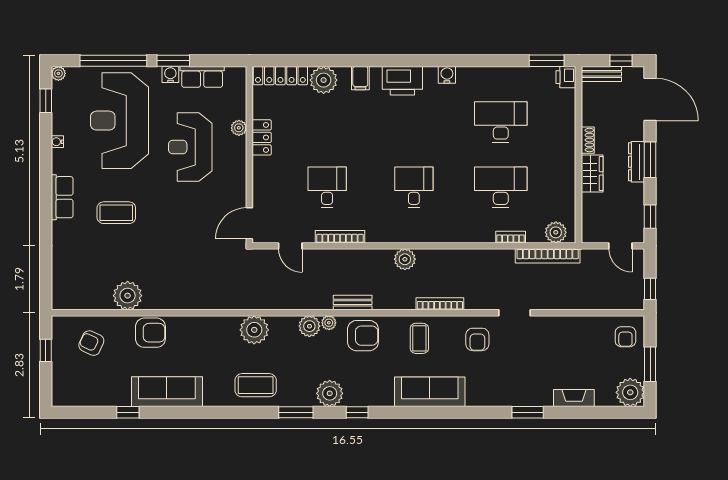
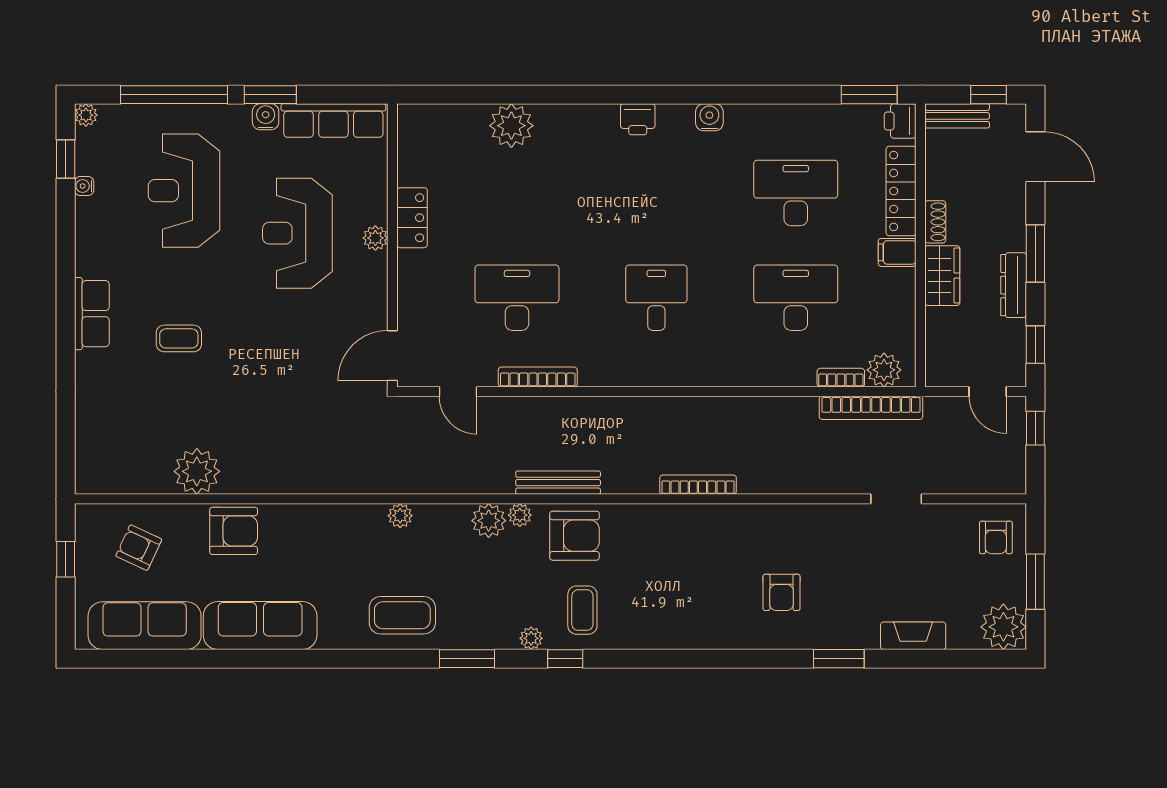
locker: (280, 76) -> (901, 191), moved, turned 90
row of seats: (202, 77) -> (333, 121), width x1.48
filing cabinet: (360, 78) -> (897, 252), moved, turned 90
printer: (402, 81) -> (638, 119), width x0.53, depth x0.68
door: (650, 99) -> (1035, 157), width x0.73
reception desk: (120, 121) -> (184, 191), width x0.74, depth x0.77
plant: (239, 128) -> (375, 238), moved
water cooler: (57, 142) -> (84, 186), moved
dresser: (637, 162) -> (1014, 285), moved
desk: (327, 187) -> (517, 298), width x1.37
coffee table: (116, 213) -> (179, 338), width x0.73, depth x0.77
bookcase: (511, 237) -> (841, 378), moved
plant: (405, 259) -> (642, 413), removed
window: (650, 289) -> (1035, 428), moved
bench: (353, 303) -> (558, 483), width x1.36
doorway: (514, 313) -> (896, 499), moved
plant: (254, 330) -> (400, 516), width x0.53, depth x0.53
coffee table: (419, 338) -> (582, 610), moved
armchair: (477, 339) -> (782, 592), moved
sofa: (430, 392) -> (145, 626), moved
plant: (330, 393) -> (531, 638), width x0.53, depth x0.53
window: (128, 412) -> (197, 659), removed

